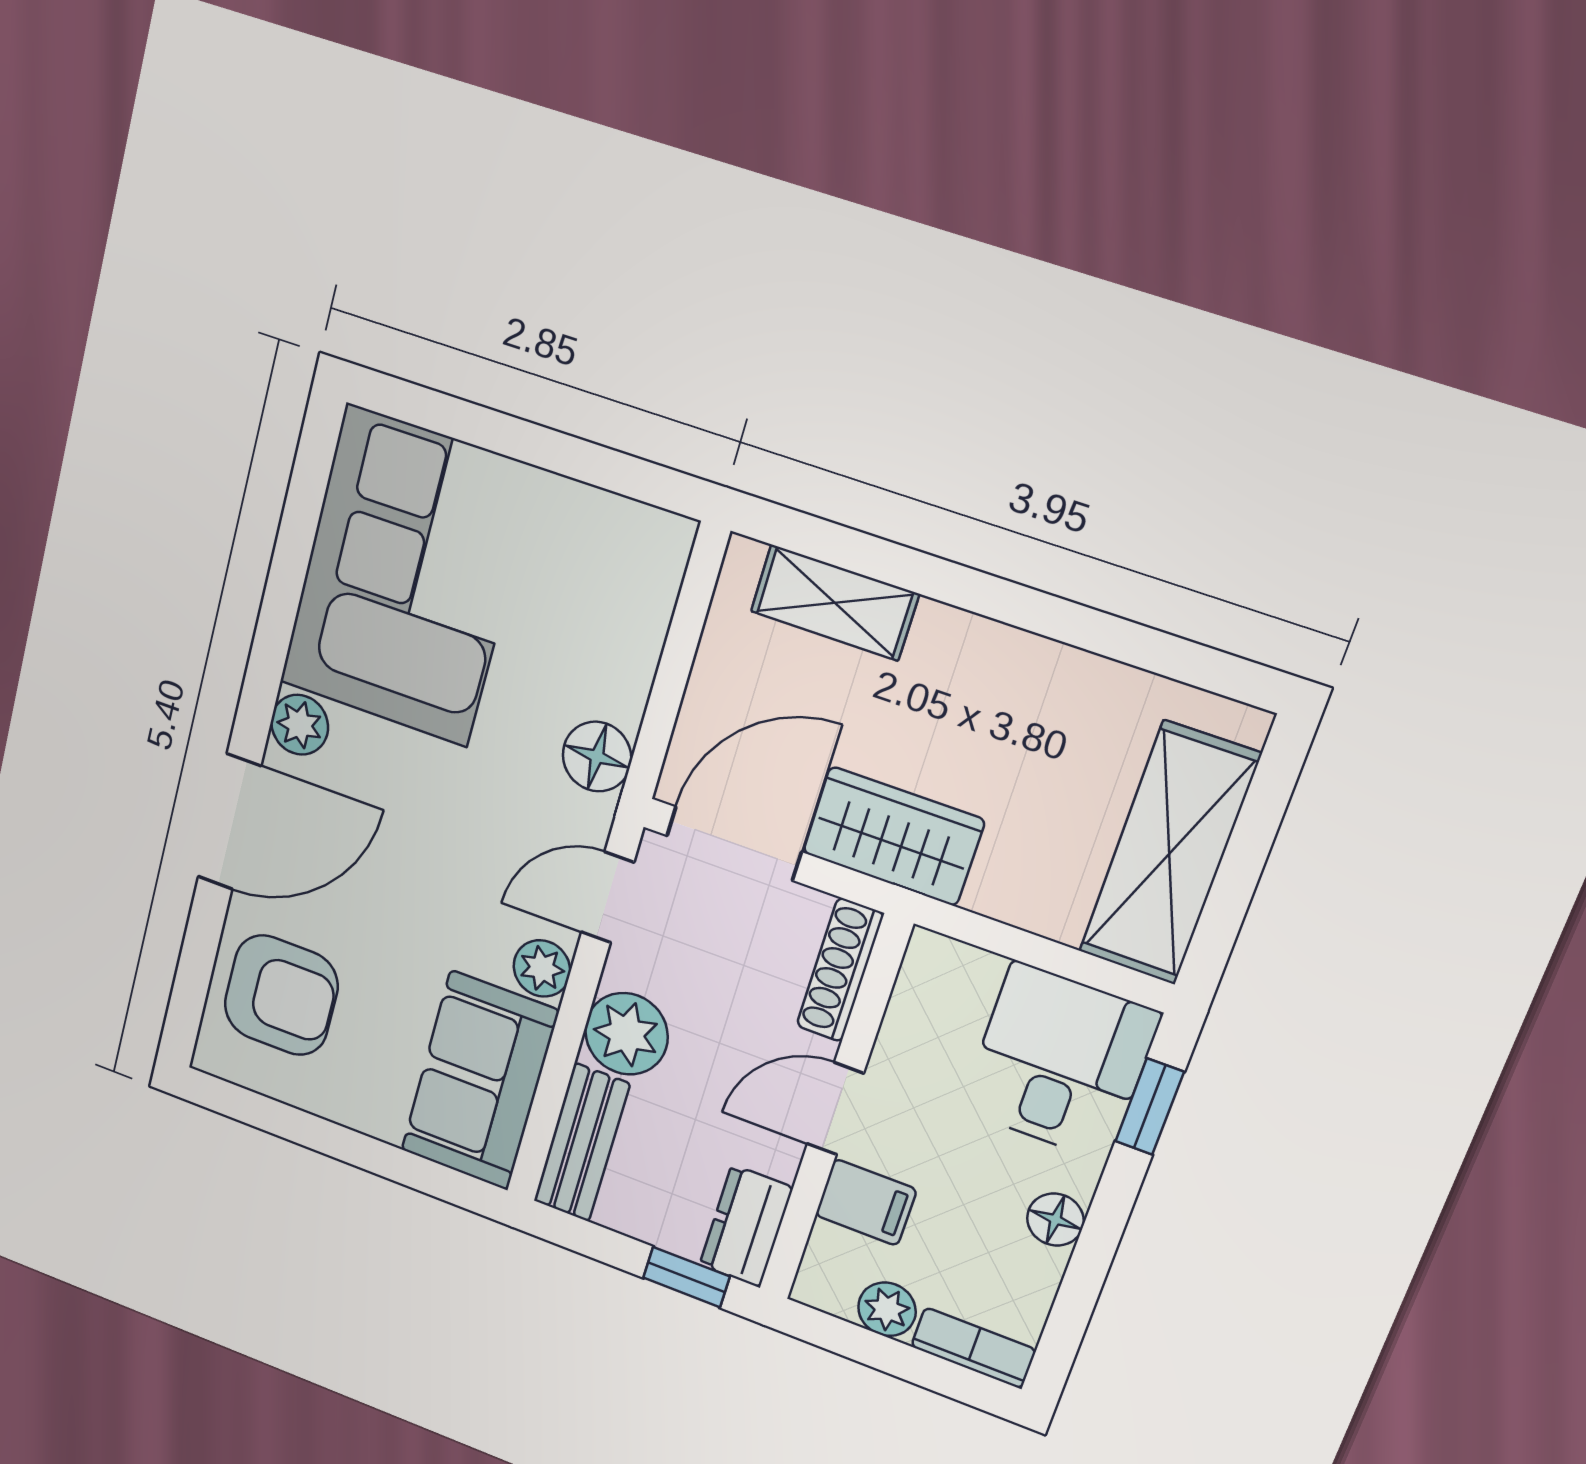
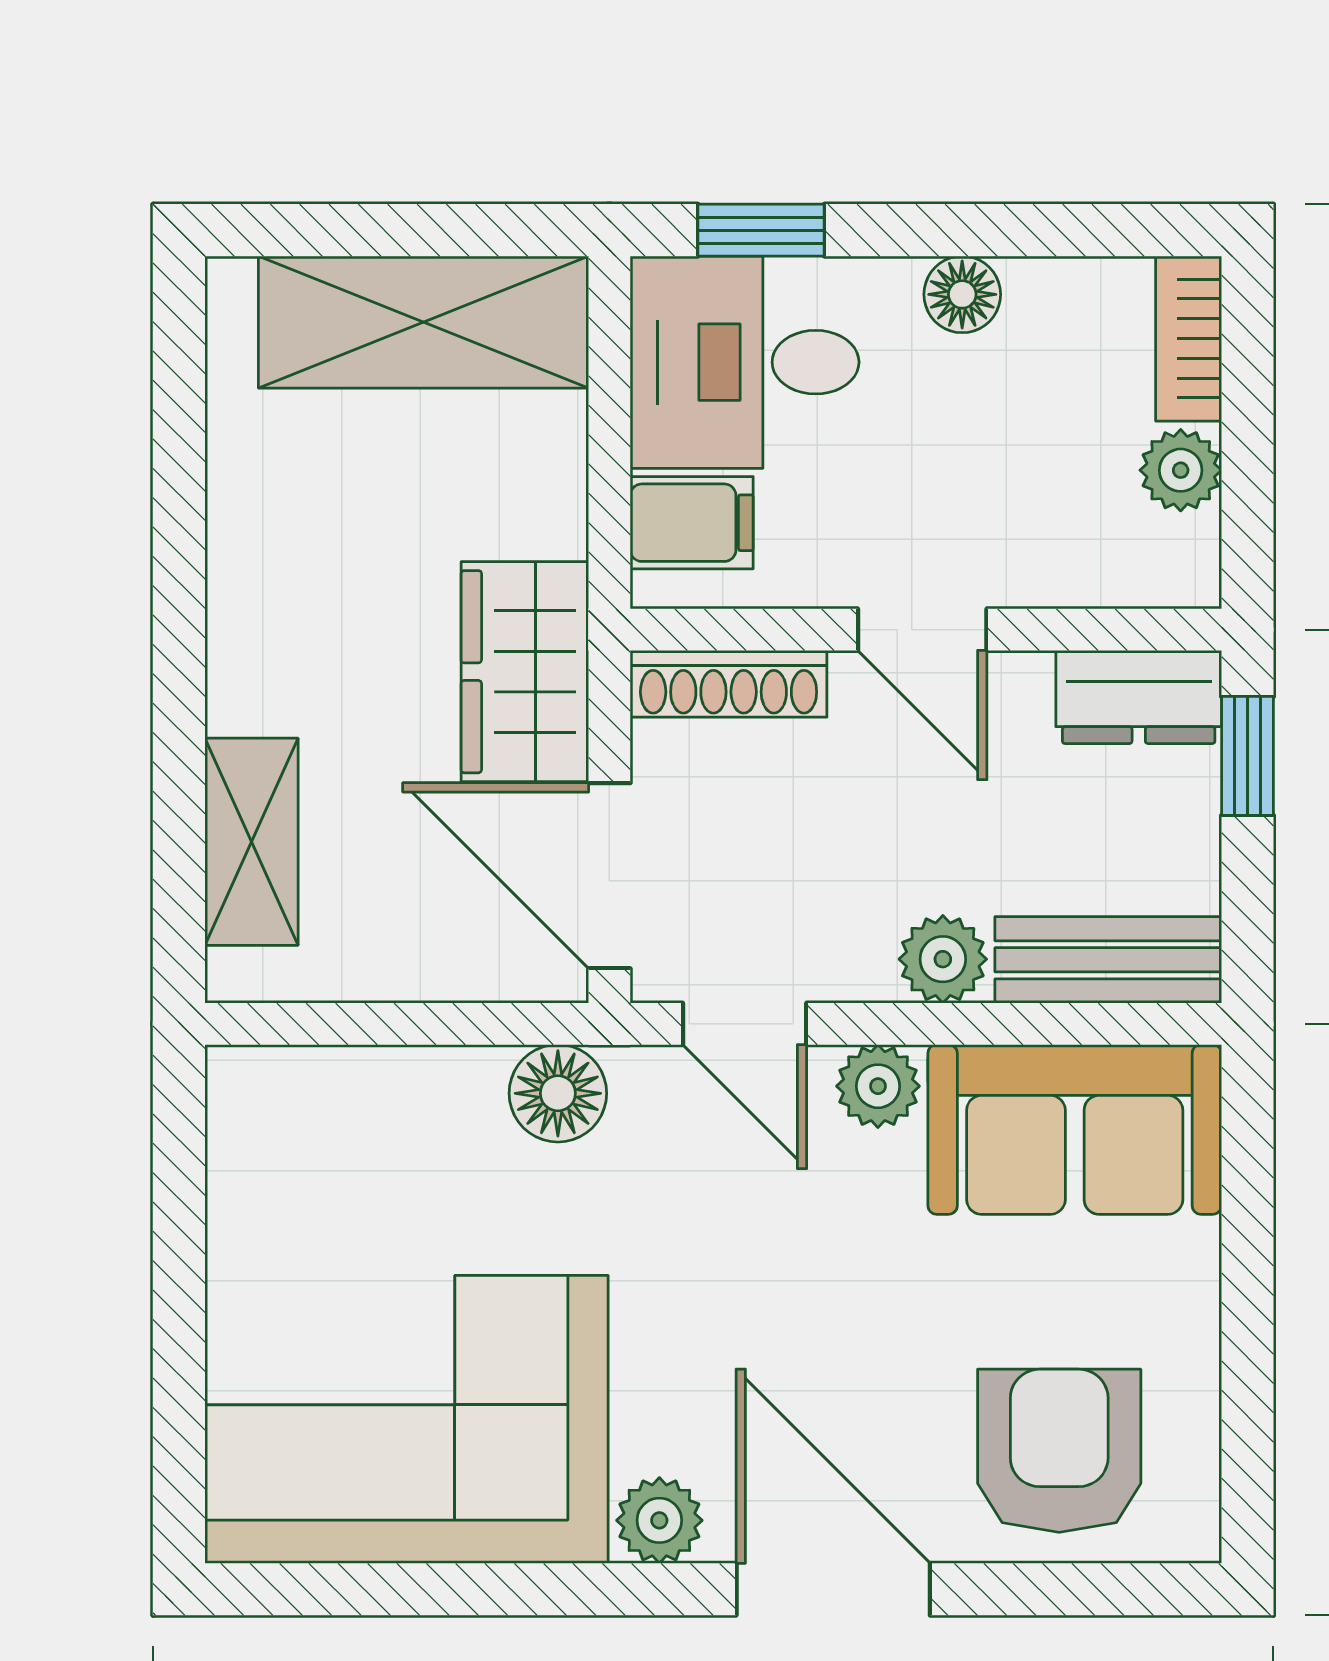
plant: (626, 1034) -> (943, 959), width x0.73, depth x0.73
filing cabinet: (866, 1202) -> (692, 523), moved, turned 90

